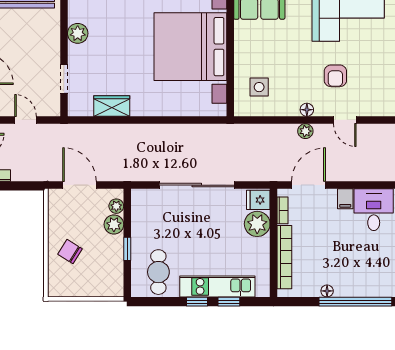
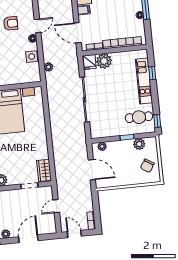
side table: (259, 87) -> (32, 57), moved
wardrobe: (112, 106) -> (44, 170), moved
door: (345, 120) -> (38, 26), moved
plant: (305, 131) -> (49, 67), moved
door: (79, 185) -> (92, 170), swing flipped
plant: (114, 224) -> (139, 144), moved
chair: (70, 251) -> (147, 166), moved
window: (197, 302) -> (157, 121), moved

